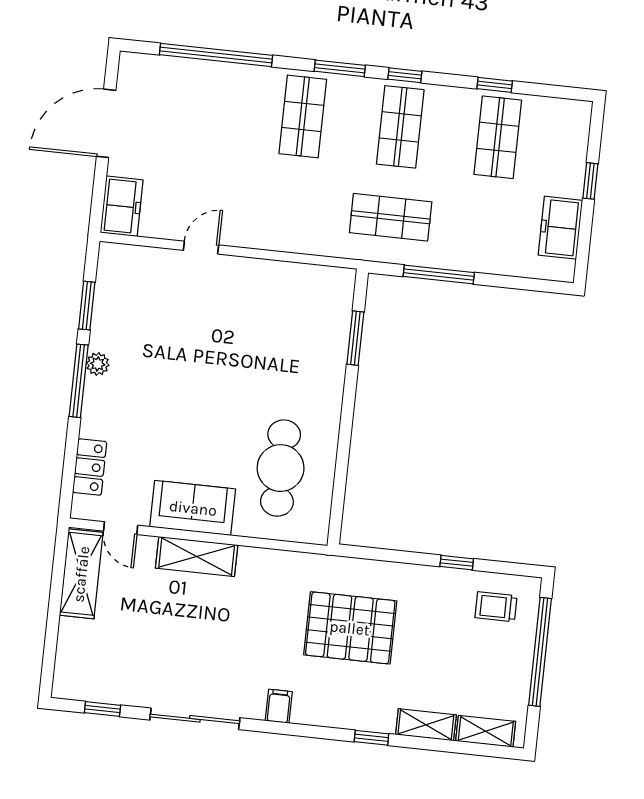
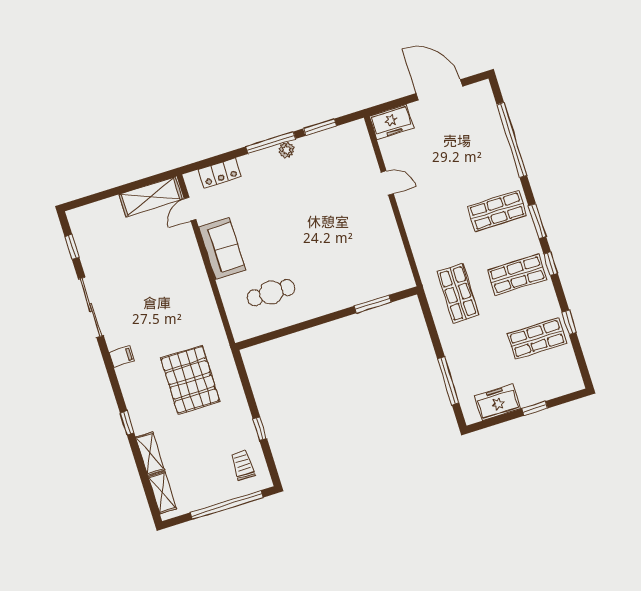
window: (439, 274) -> (448, 381), moved
cafe table: (281, 468) -> (271, 293), width x0.73, depth x0.74
shelving: (197, 556) -> (193, 264), removed

